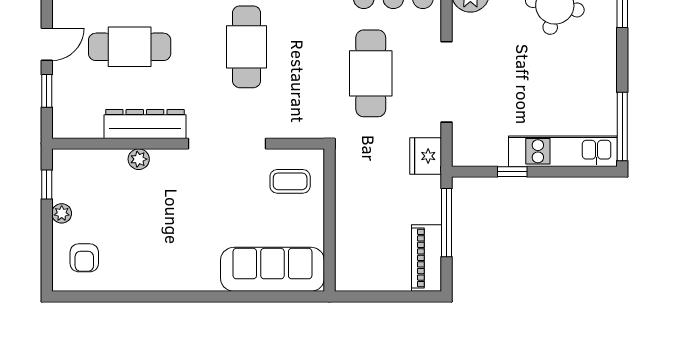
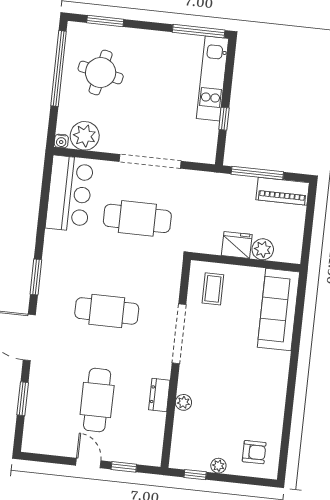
dresser: (145, 124) -> (159, 395), width x0.51, depth x0.80
fridge: (426, 156) -> (237, 245), moved, turned 180
plant: (348, 240) -> (263, 249), added

